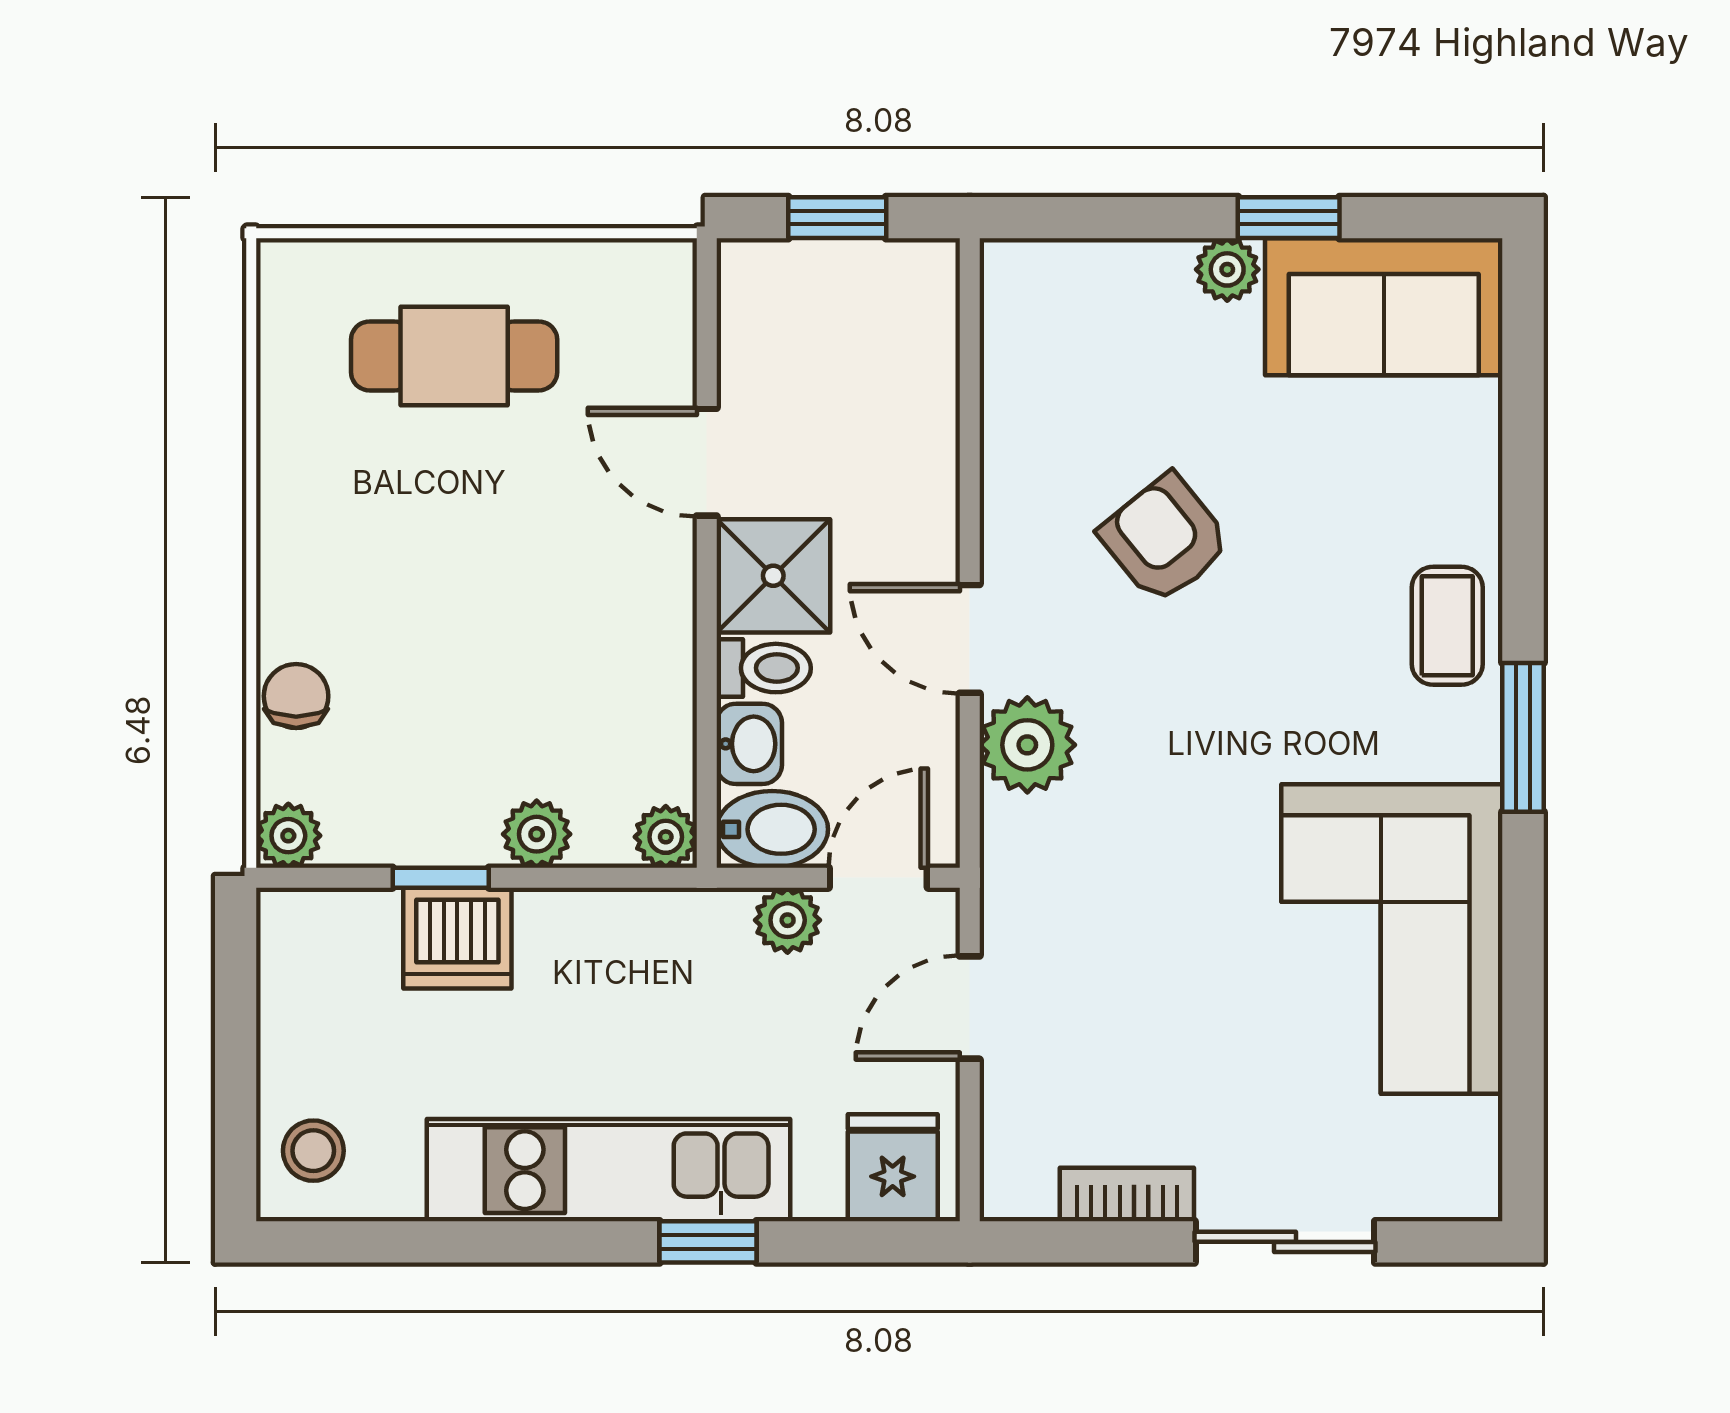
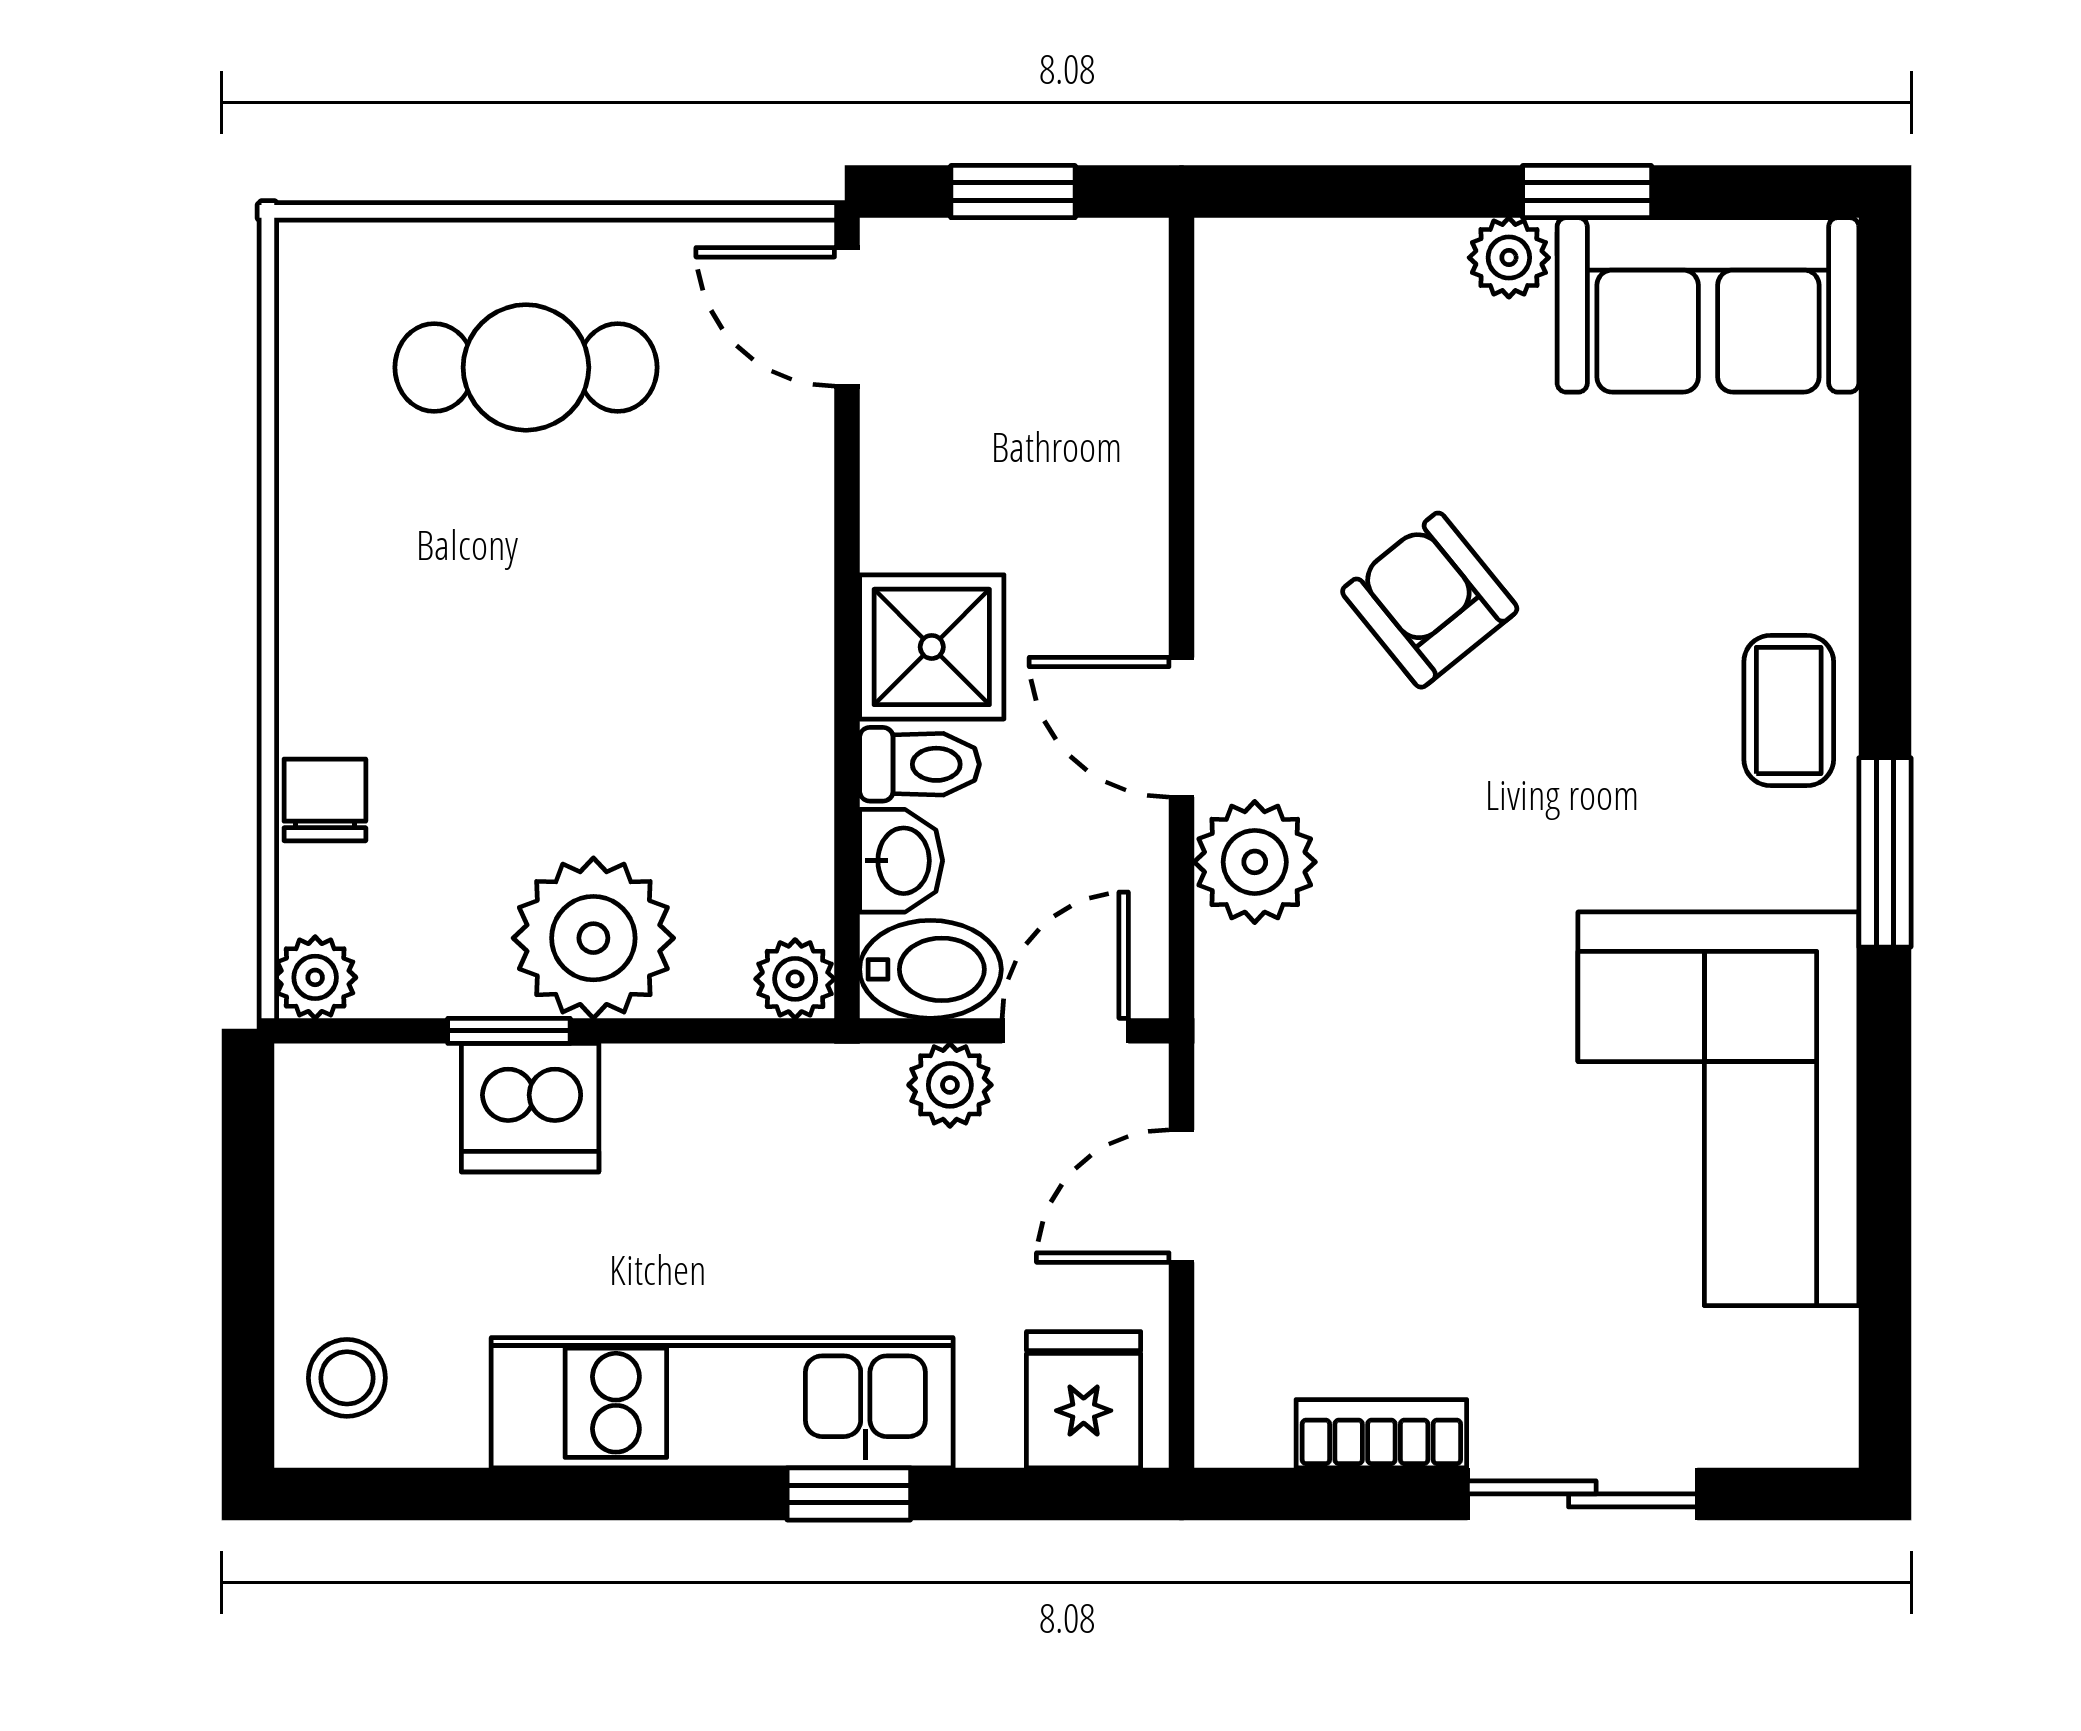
door: (707, 462) -> (847, 317), moved
plant: (537, 834) -> (593, 938), width x1.87, depth x1.87

